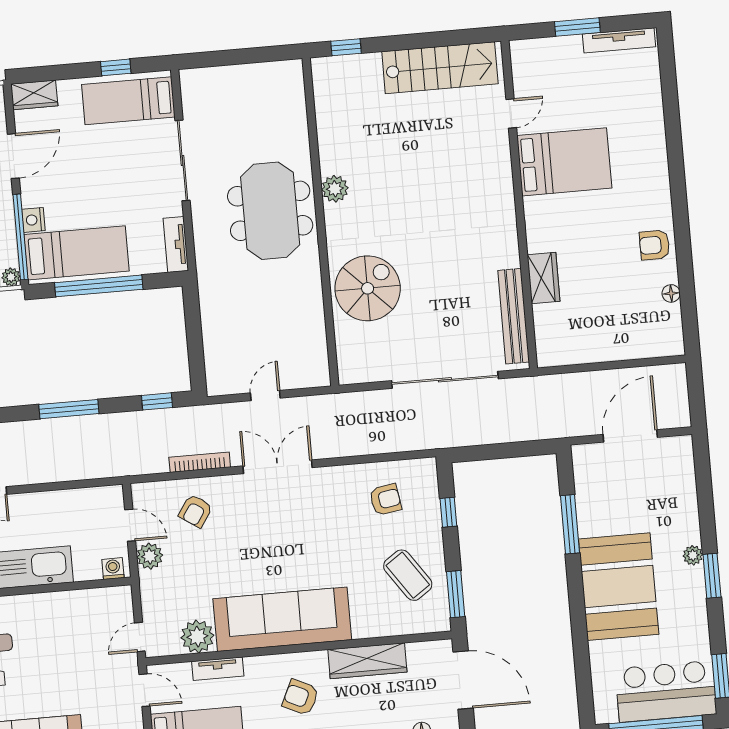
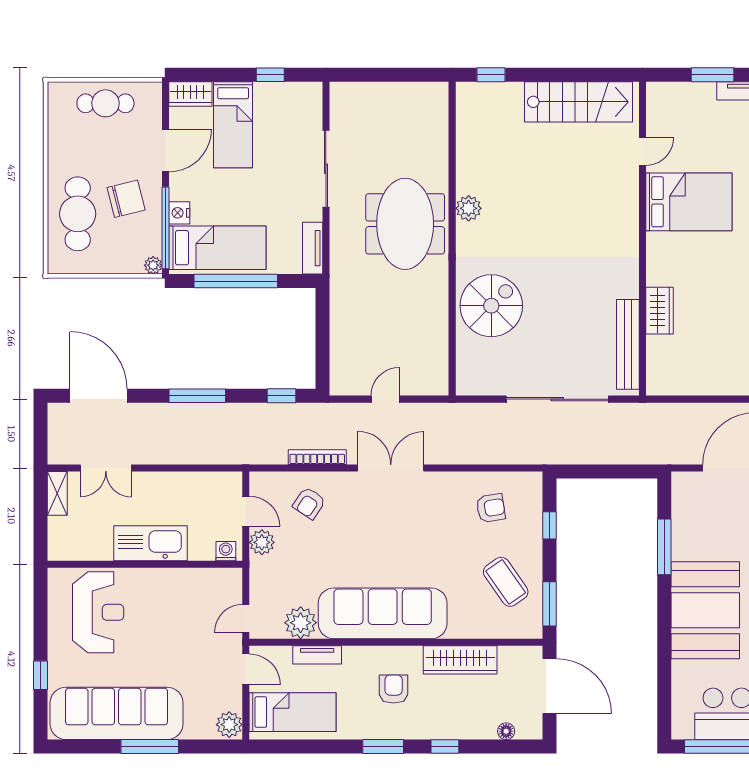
bed: (128, 101) -> (233, 125), moved, turned -90
armchair: (301, 697) -> (394, 689), turned 65

